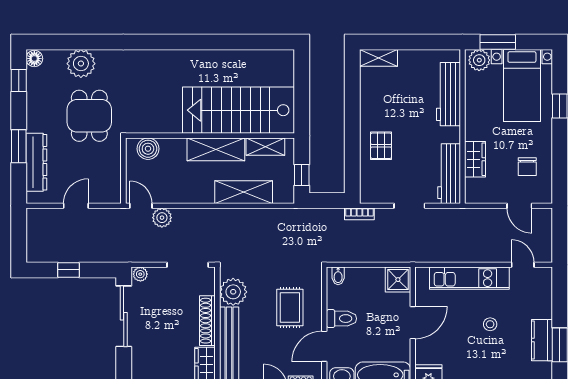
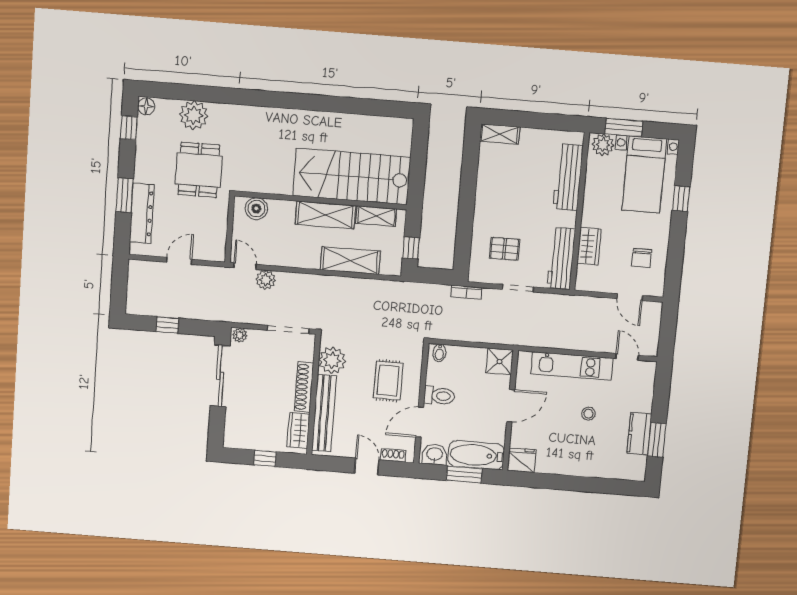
pallet: (381, 146) -> (504, 249), moved, turned 90

